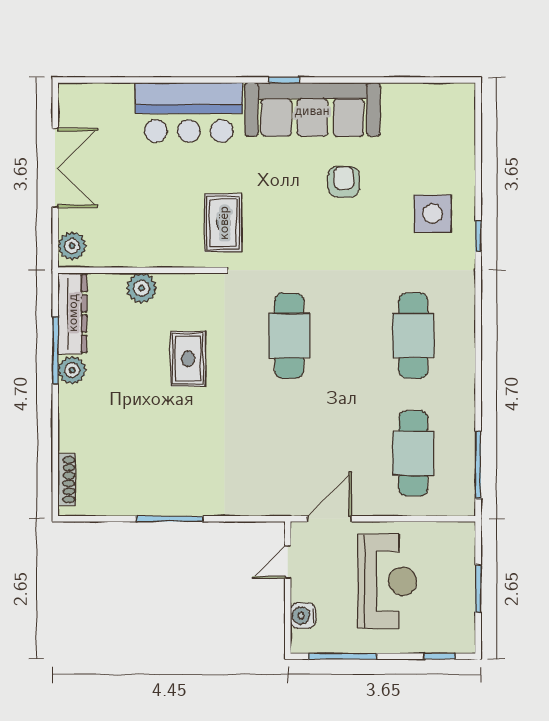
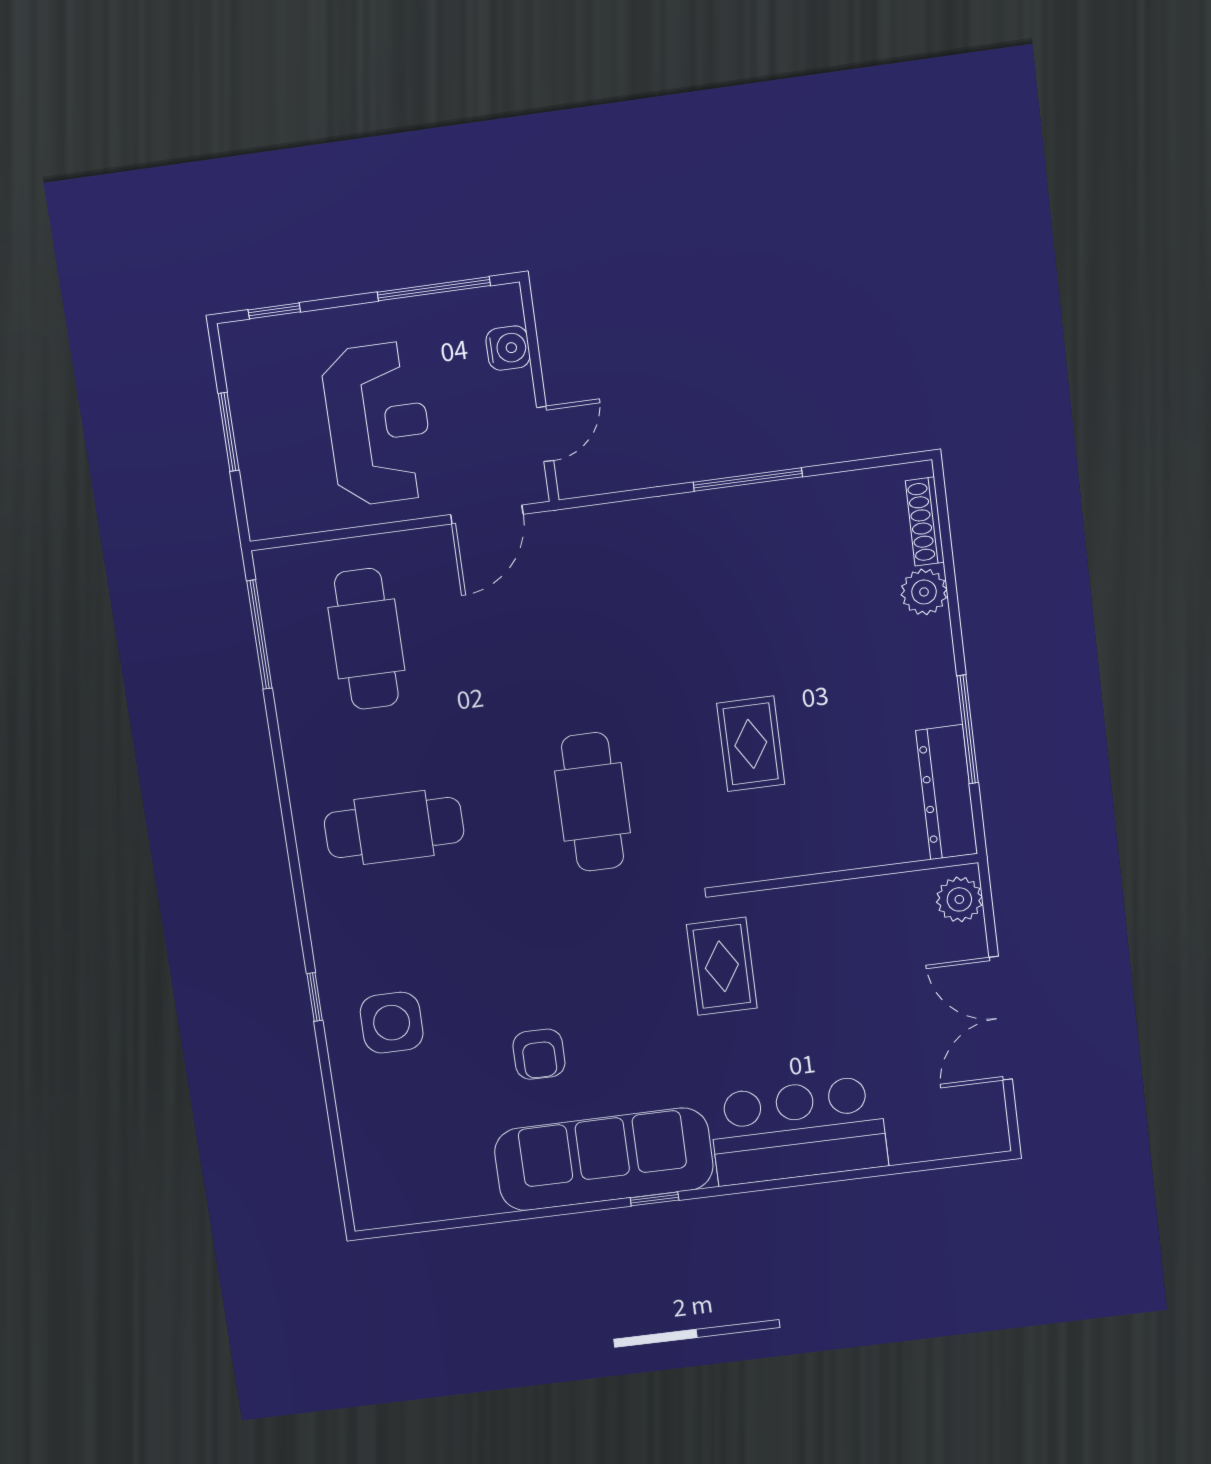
plant: (142, 288) -> (840, 847), removed
cafe table: (413, 336) -> (394, 828), turned 90
plant: (72, 370) -> (924, 592), moved
reception desk: (387, 581) -> (378, 424), turned 180

